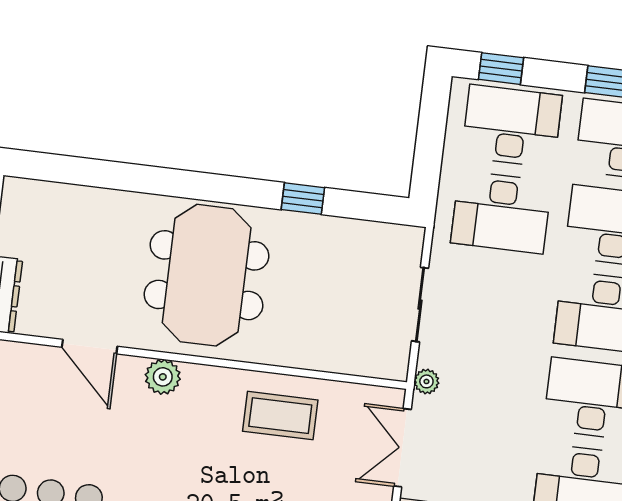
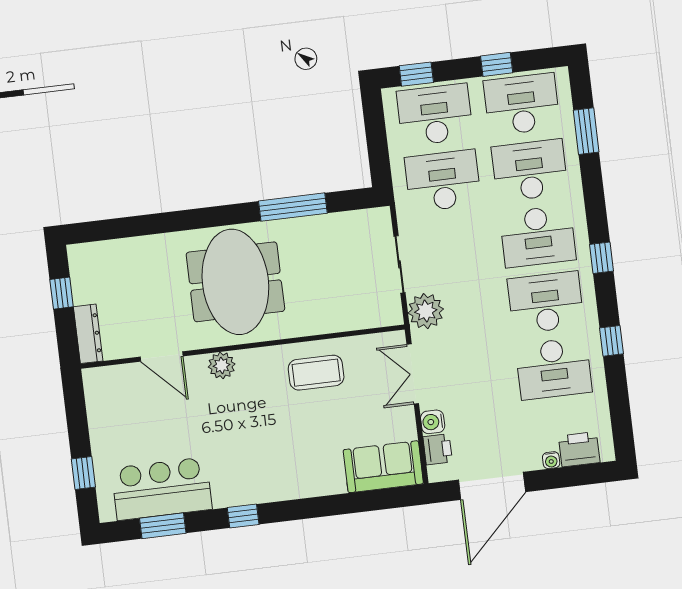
window: (303, 199) -> (293, 207), width x2.17
desk: (501, 212) -> (443, 181), turned 180
plant: (426, 381) -> (426, 311), width x1.88, depth x1.88

